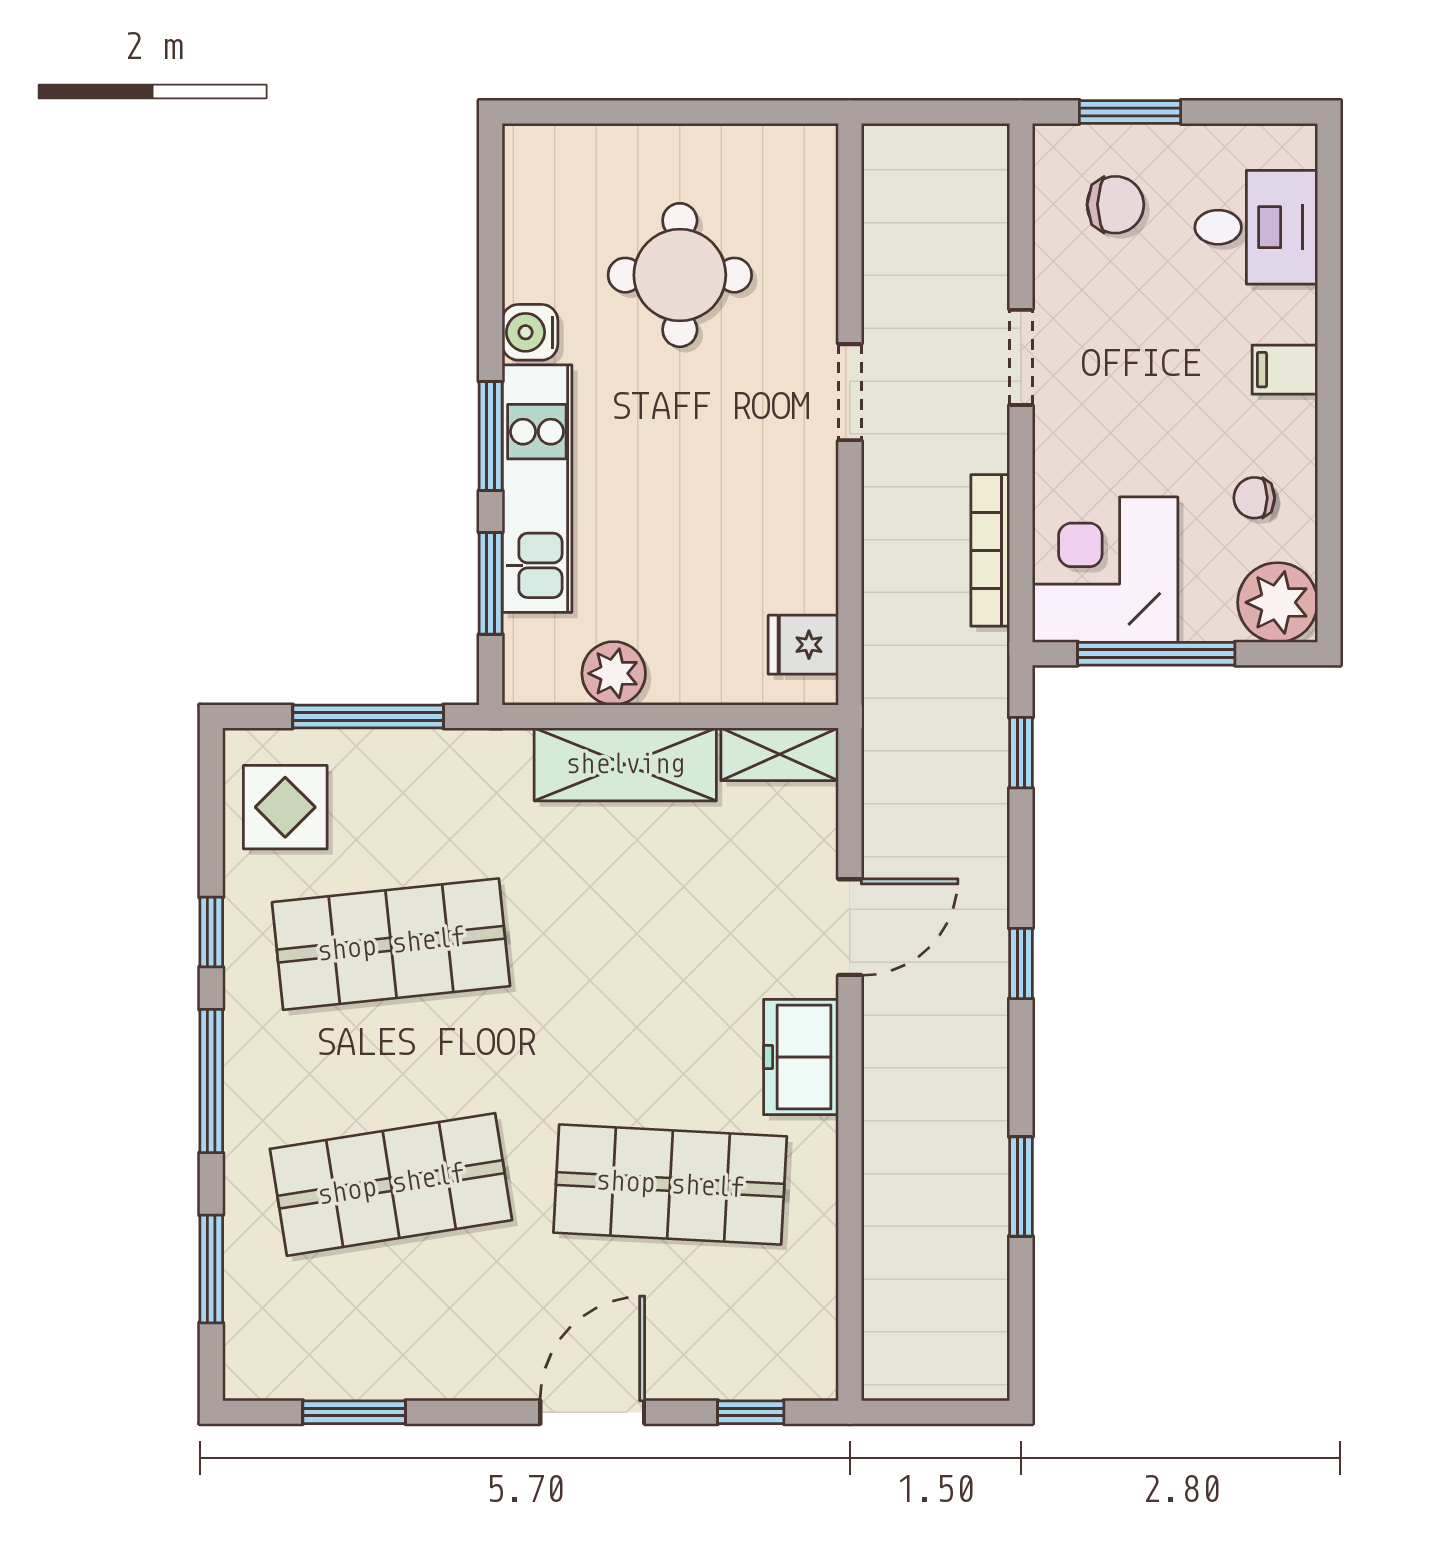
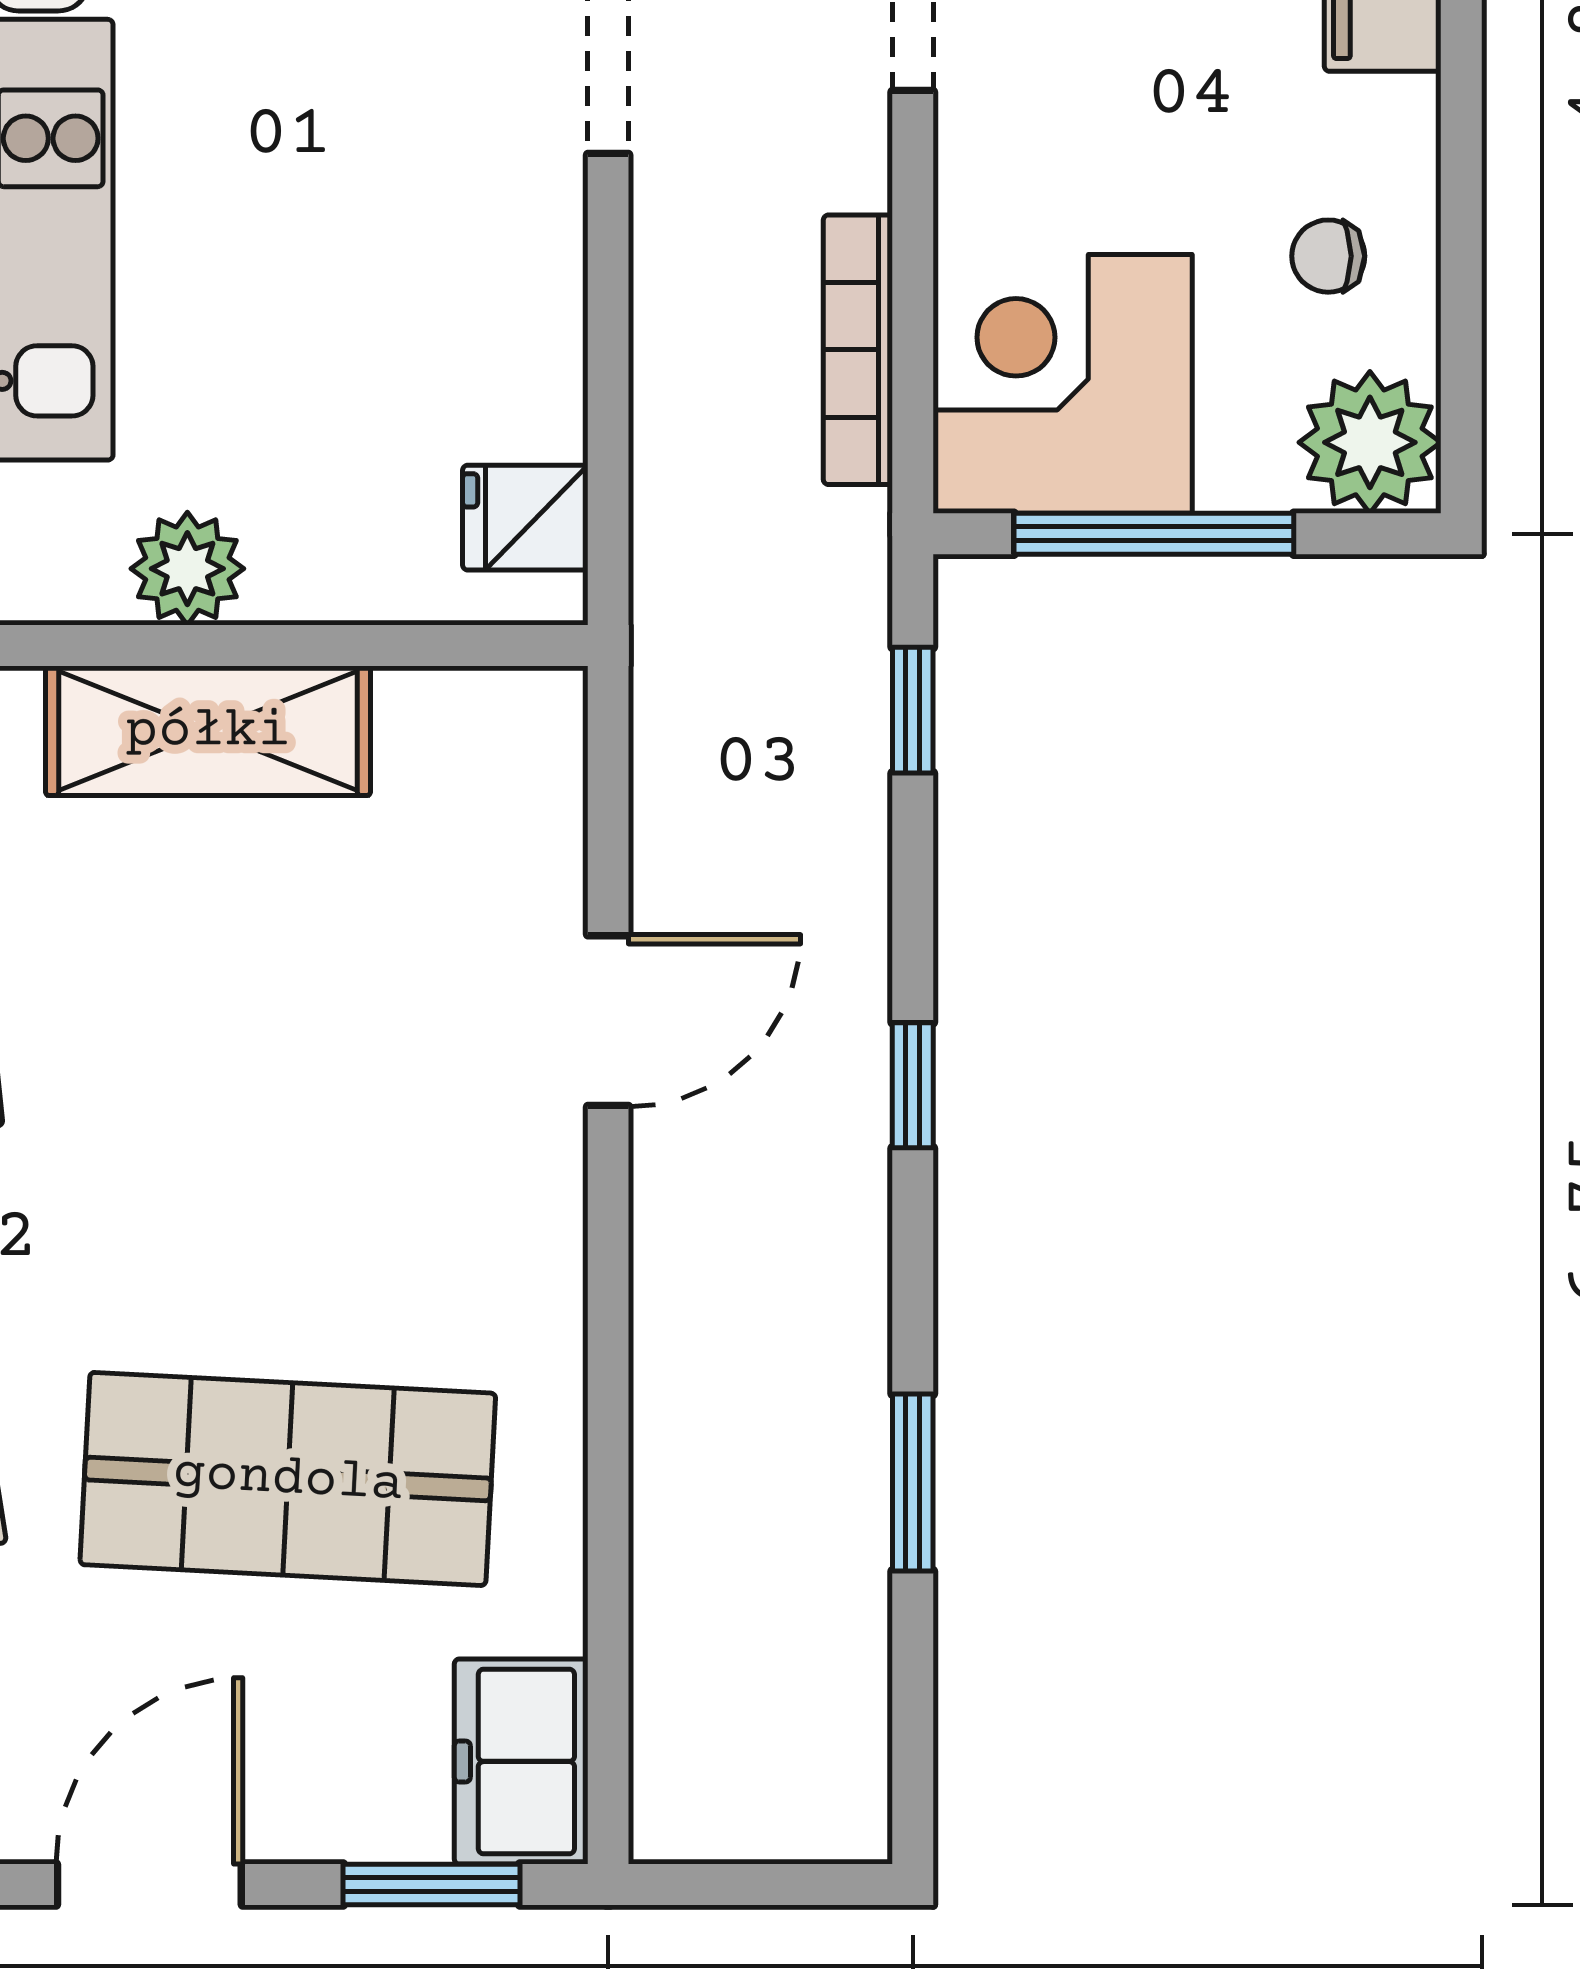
shelving: (780, 754) -> (483, 713), removed
freezer: (801, 1057) -> (521, 1761), moved
window: (751, 1412) -> (431, 1885), width x1.50

